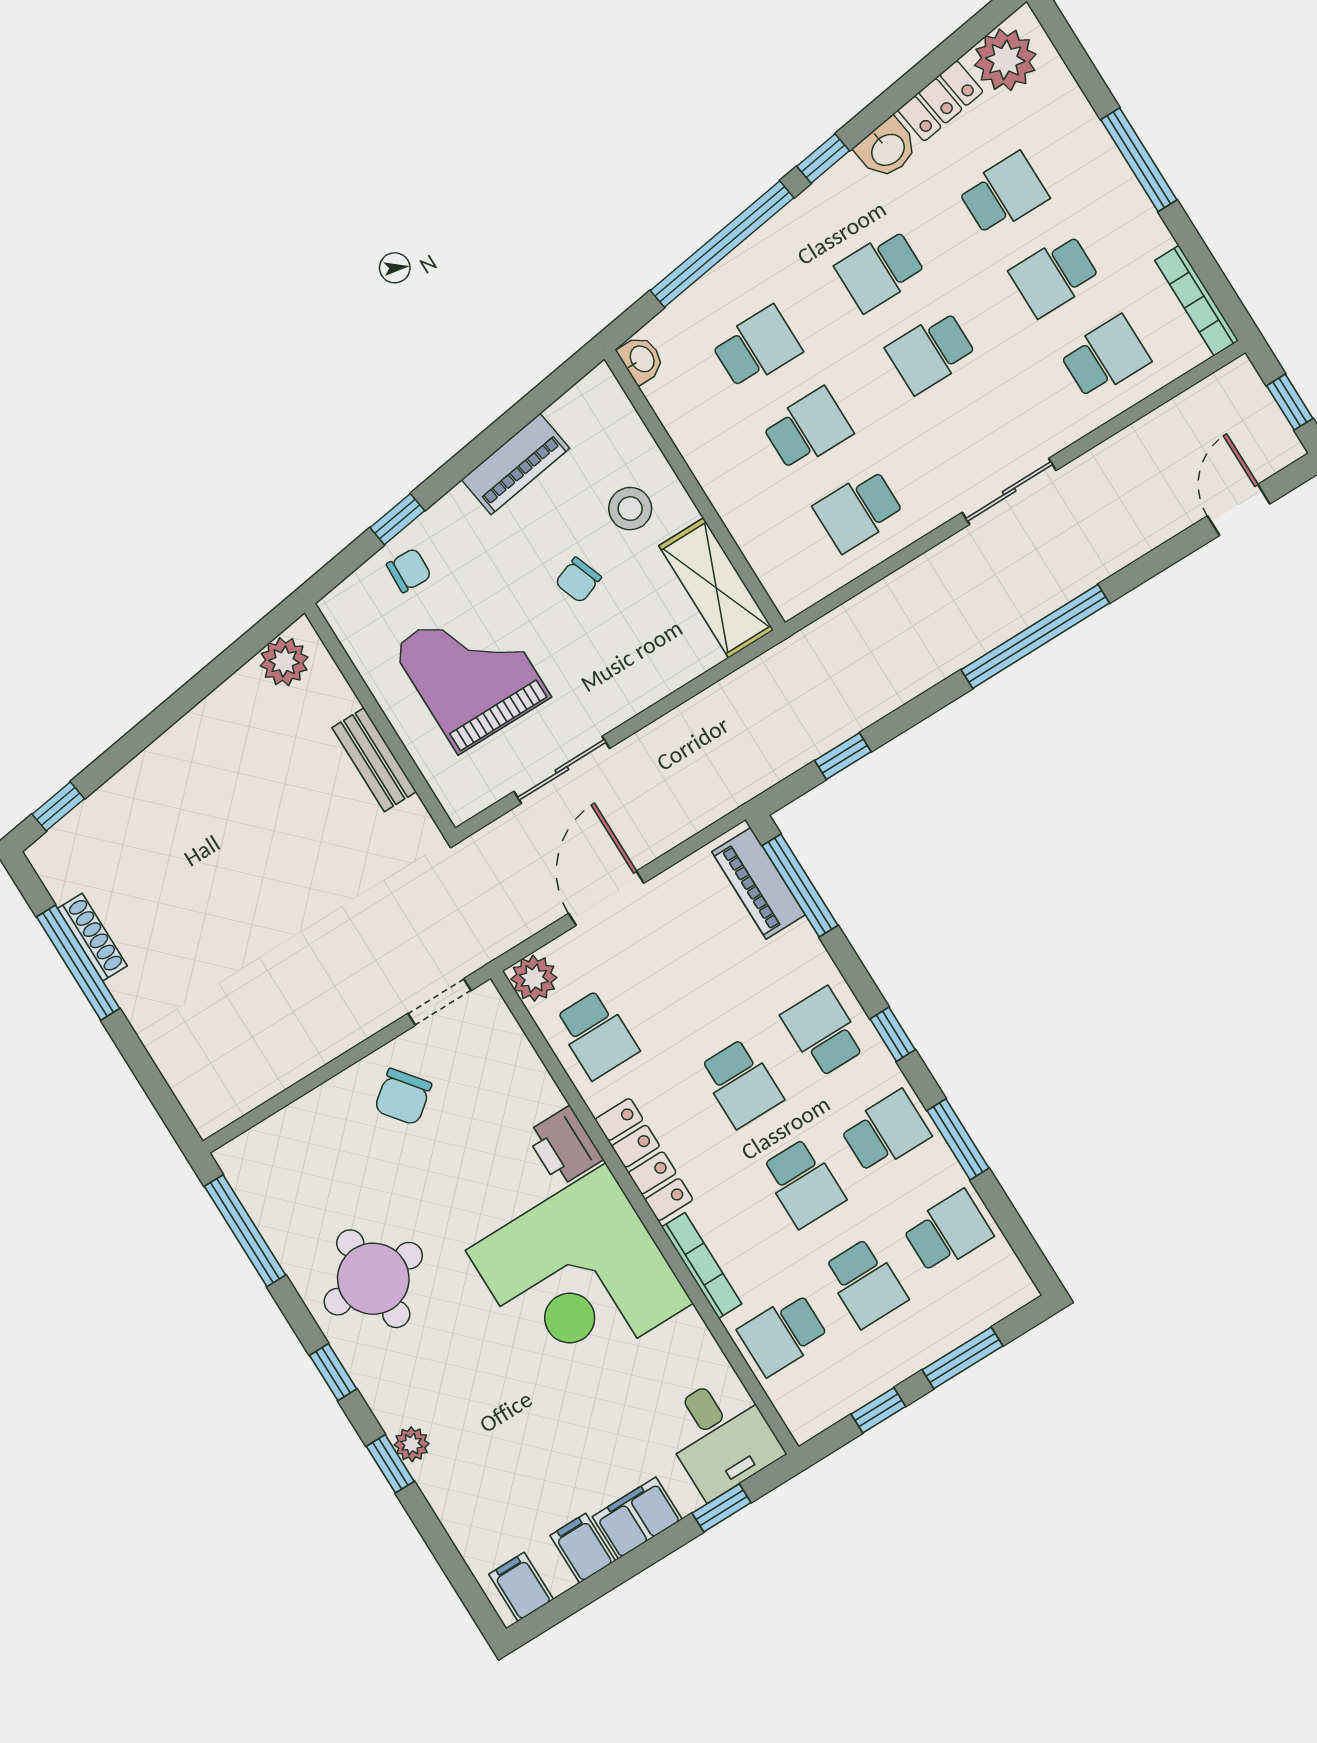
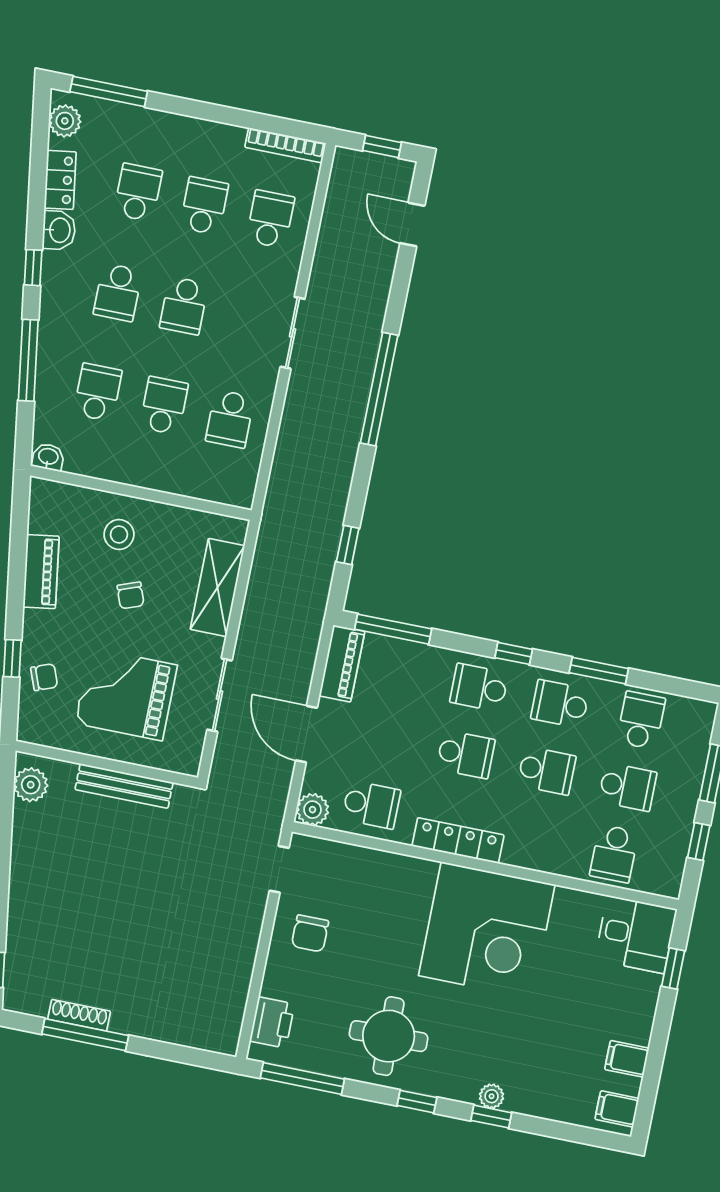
plant: (1005, 60) -> (65, 121), width x0.73, depth x0.73
window: (1139, 160) -> (109, 91), moved
window: (722, 244) -> (28, 360), width x0.68
school desk: (1054, 275) -> (204, 206), turned 180
chair: (409, 570) -> (44, 677), turned 67
shelving: (716, 588) -> (217, 587), moved, turned 90
bench: (374, 760) -> (124, 786), width x1.36
piano: (758, 883) -> (342, 664), moved, turned -90
chair: (403, 1097) -> (310, 933), turned 38
school desk: (886, 1132) -> (560, 704), turned -90
printer: (564, 1146) -> (272, 1022), moved, turned -90
bookcase: (702, 1265) -> (540, 862), removed
filing cabinet: (637, 1518) -> (638, 1016), removed

